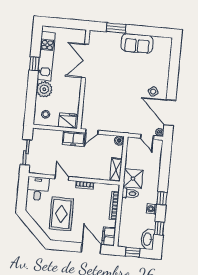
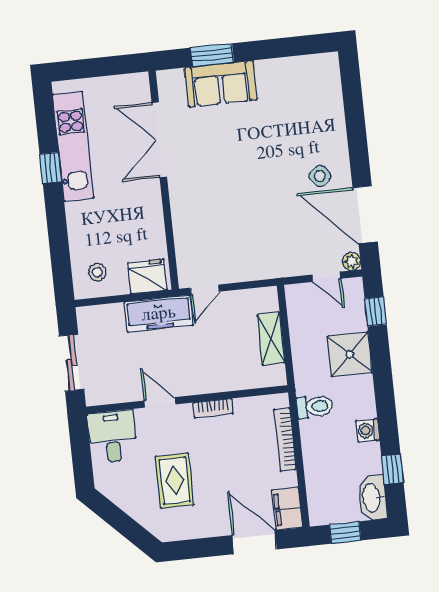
sofa: (137, 43) -> (221, 84), moved
plant: (44, 89) -> (83, 219), removed
freezer: (74, 139) -> (159, 314), width x1.40
boiler: (119, 141) -> (268, 297), removed
shelving: (116, 170) -> (271, 339), moved
shower: (133, 179) -> (350, 354), moved
window: (162, 198) -> (376, 312), moved
rug: (61, 214) -> (175, 481), width x0.73, depth x0.70

